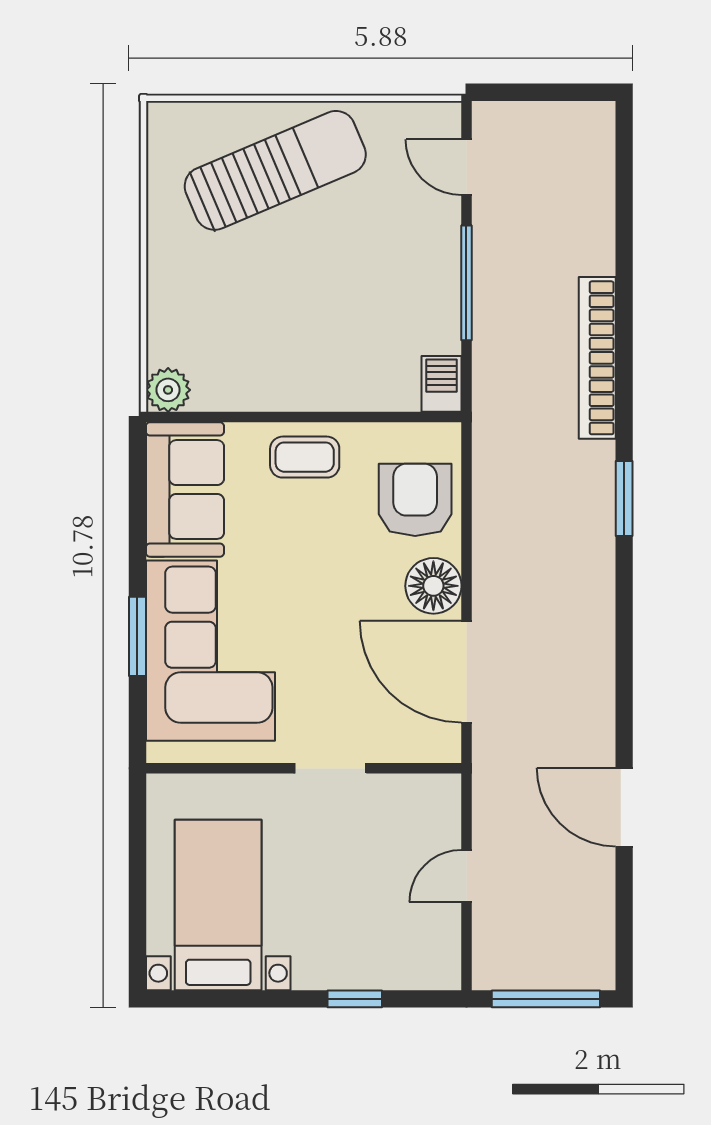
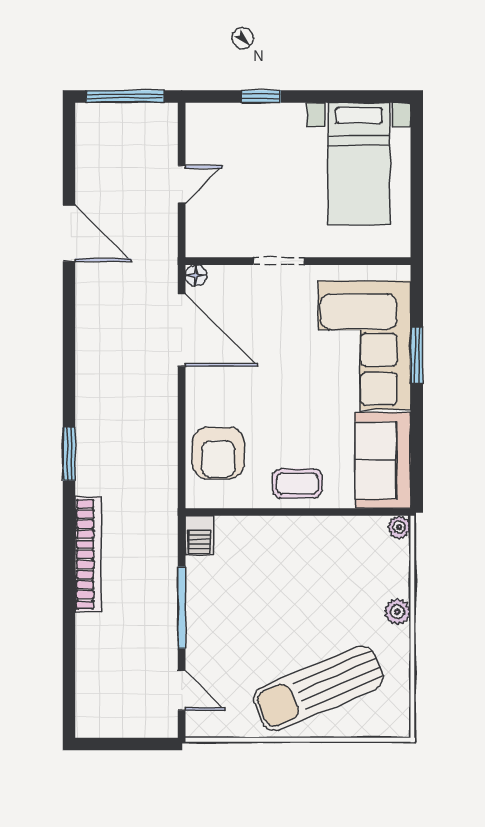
plant: (164, 277) -> (397, 612), added
plant: (168, 390) -> (399, 527), width x0.73, depth x0.73
floor lamp: (433, 586) -> (196, 275), moved, width x0.53, depth x0.53

